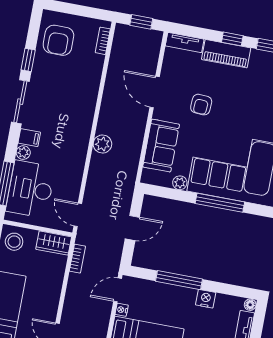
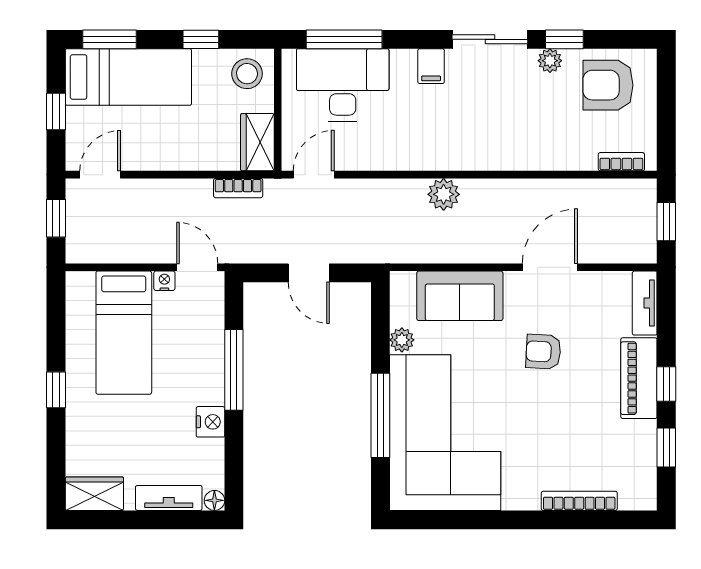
plant: (23, 153) -> (550, 61), moved

